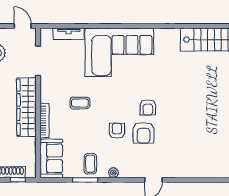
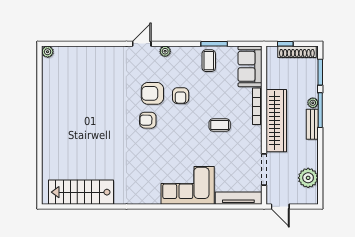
tv unit: (69, 34) -> (238, 198), width x1.41
corner sofa: (119, 52) -> (188, 185), width x0.73, depth x0.74
armchair: (148, 108) -> (148, 120), turned -89
armchair: (143, 133) -> (152, 93), turned -90
plant: (113, 173) -> (165, 51), moved

